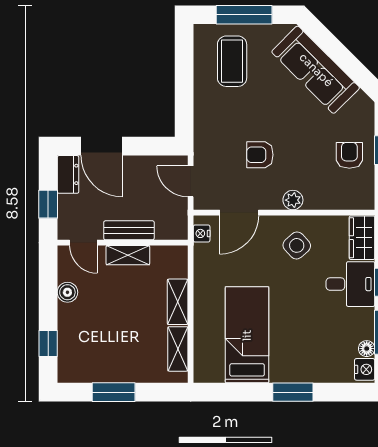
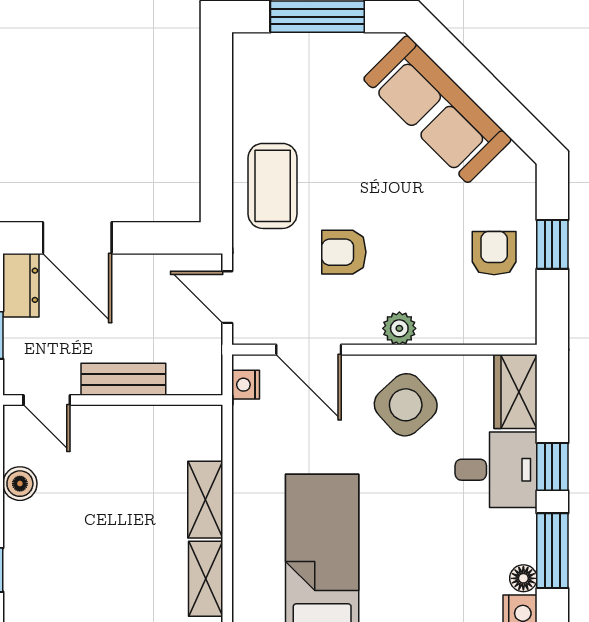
coffee table: (232, 61) -> (273, 186), moved
door: (239, 213) -> (309, 350), hinge flipped
side table: (297, 245) -> (406, 405), width x1.37, depth x1.37
shelving: (128, 255) -> (122, 421), removed

